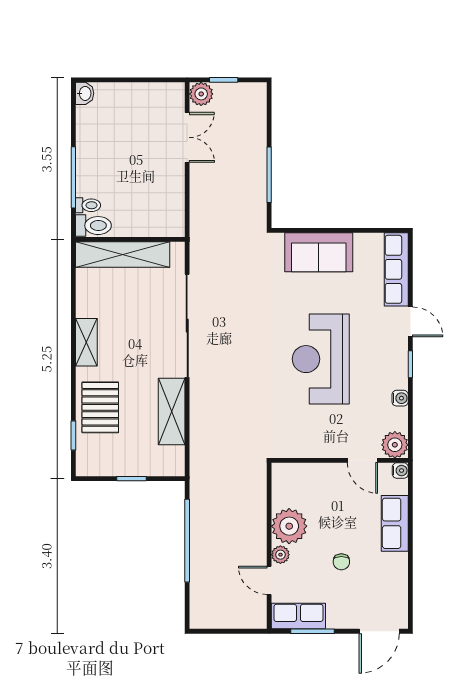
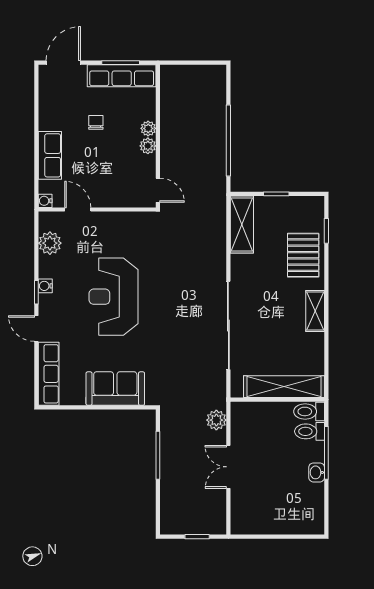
washbasin: (85, 93) -> (317, 472), moved
plant: (201, 94) -> (216, 420), moved
double door: (187, 137) -> (228, 467), moved
toilet: (88, 205) -> (310, 431), width x1.37, depth x1.39
reception desk: (321, 359) -> (114, 297), turned 180
water cooler: (400, 398) -> (45, 286), moved
shelving: (172, 412) -> (242, 224), moved
plant: (395, 445) -> (50, 243), moved
plant: (289, 526) -> (148, 146), width x0.53, depth x0.53
door: (269, 580) -> (158, 190), moved
row of seats: (298, 616) -> (122, 76), width x1.48

